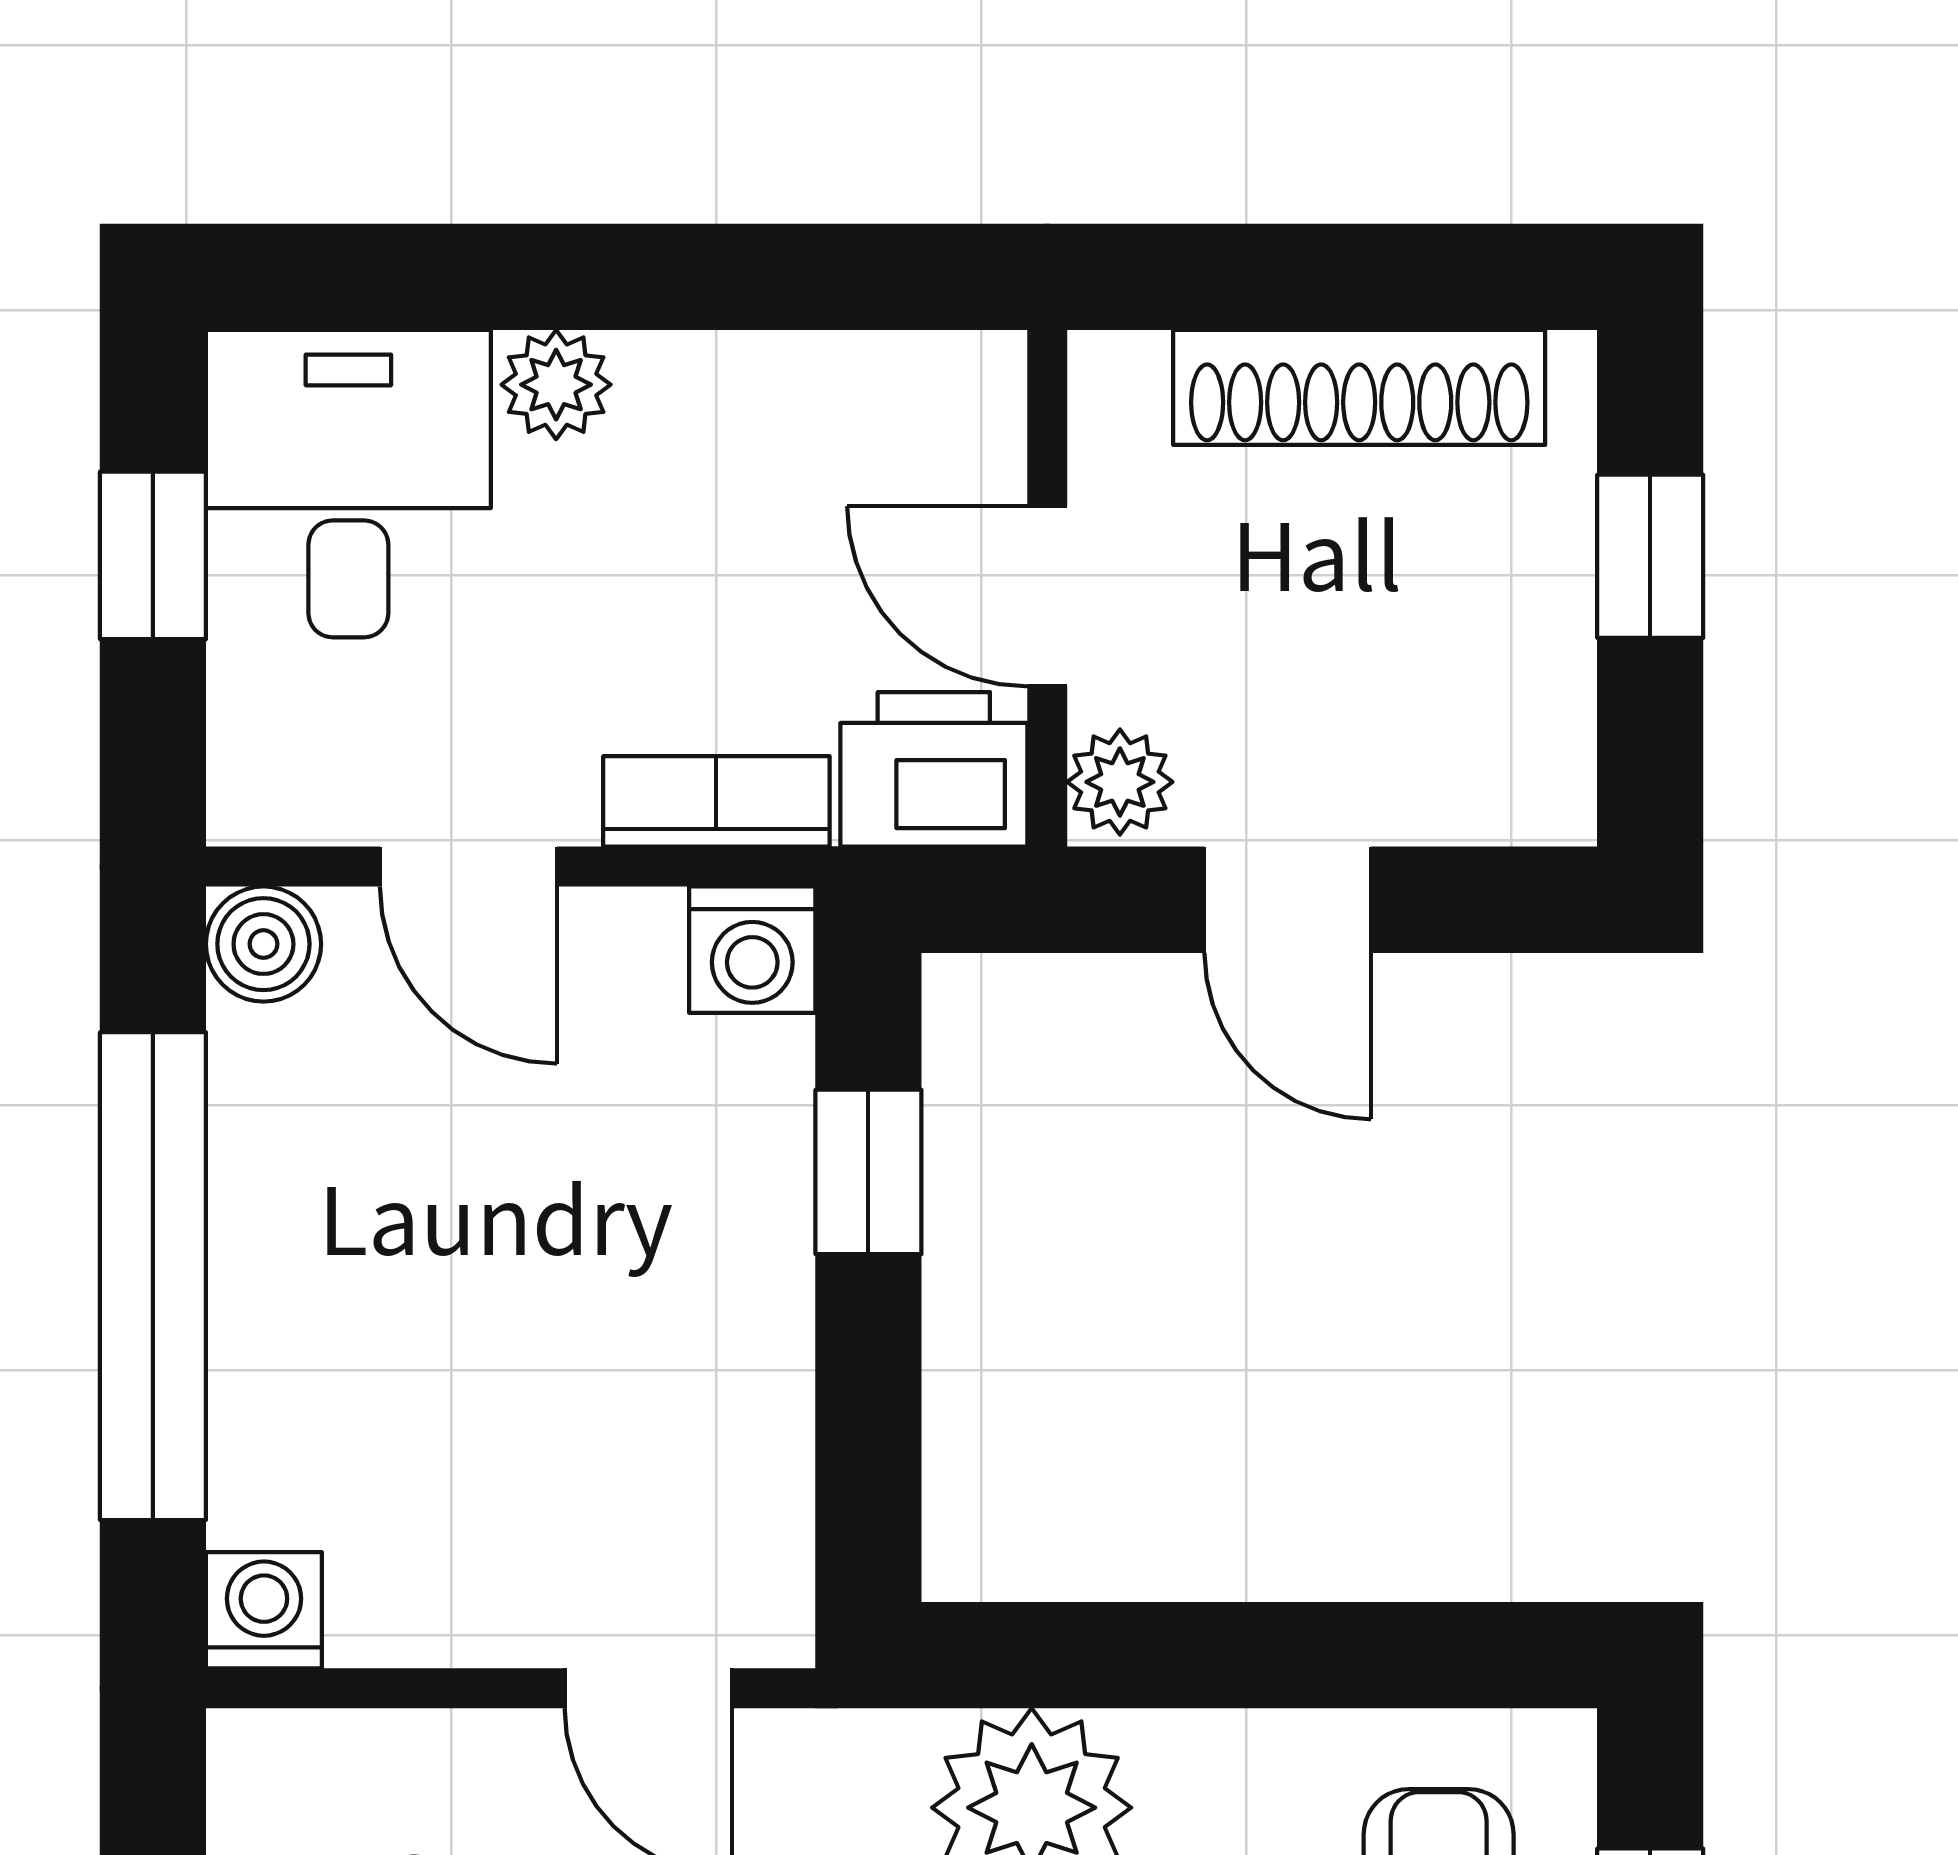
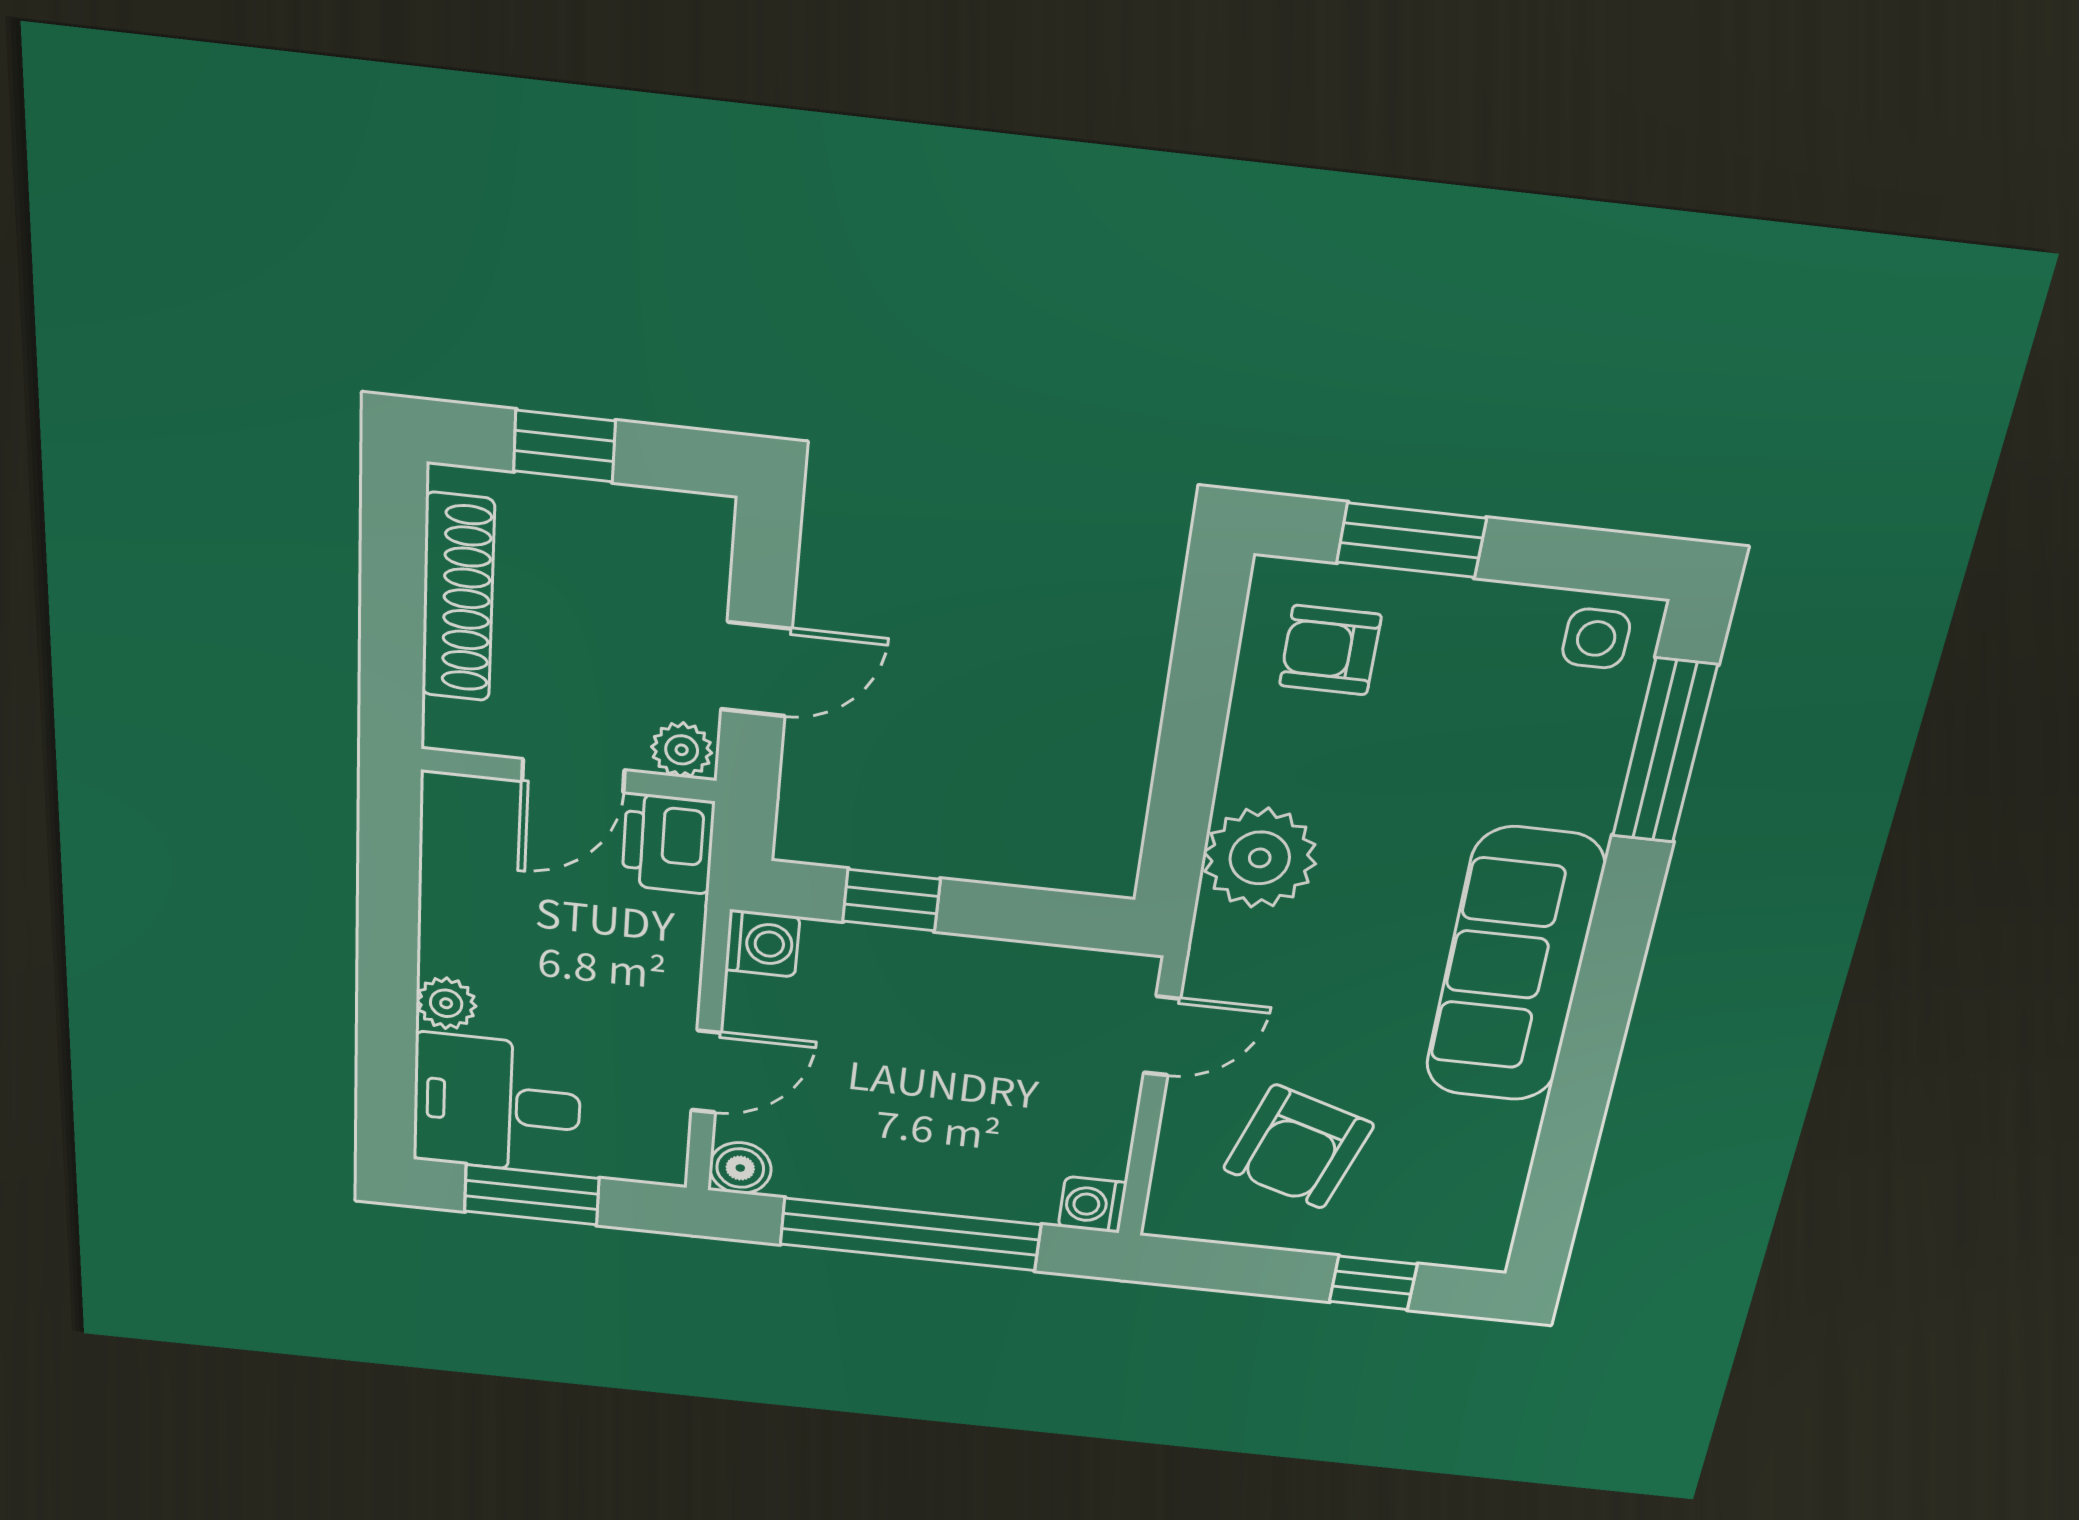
window: (153, 555) -> (532, 1195), width x1.50
bookcase: (716, 801) -> (679, 952), removed

